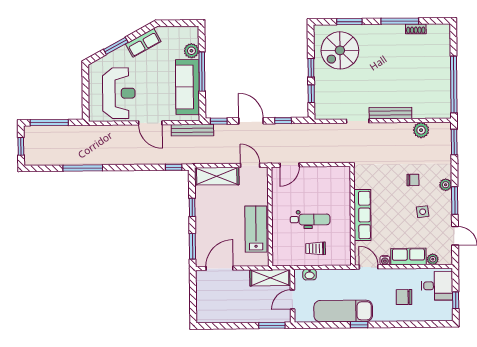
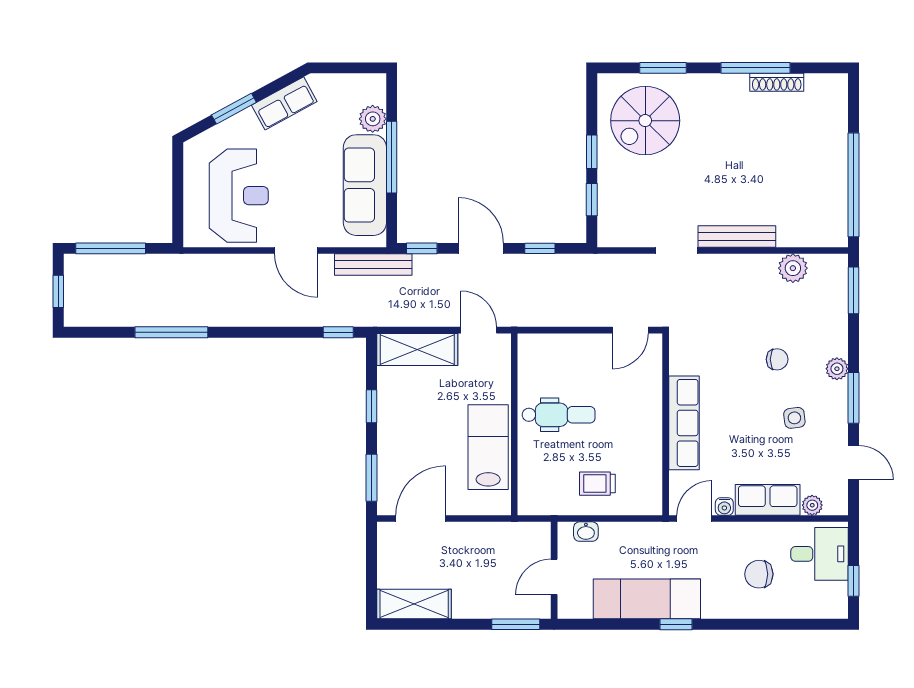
shoe rack: (416, 29) -> (777, 82), width x1.43
door: (290, 165) -> (630, 330), moved
dental chair: (310, 220) -> (559, 415), moved
door: (369, 267) -> (694, 519), hinge flipped
shelving: (270, 278) -> (414, 604), moved

